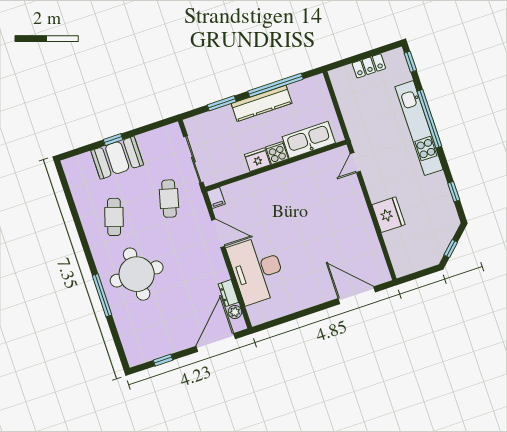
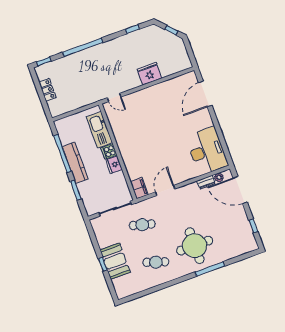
kitchen unit: (419, 128) -> (89, 54), removed
filing cabinet: (216, 198) -> (139, 188), width x2.00
desk: (257, 270) -> (207, 151), moved, turned -90

